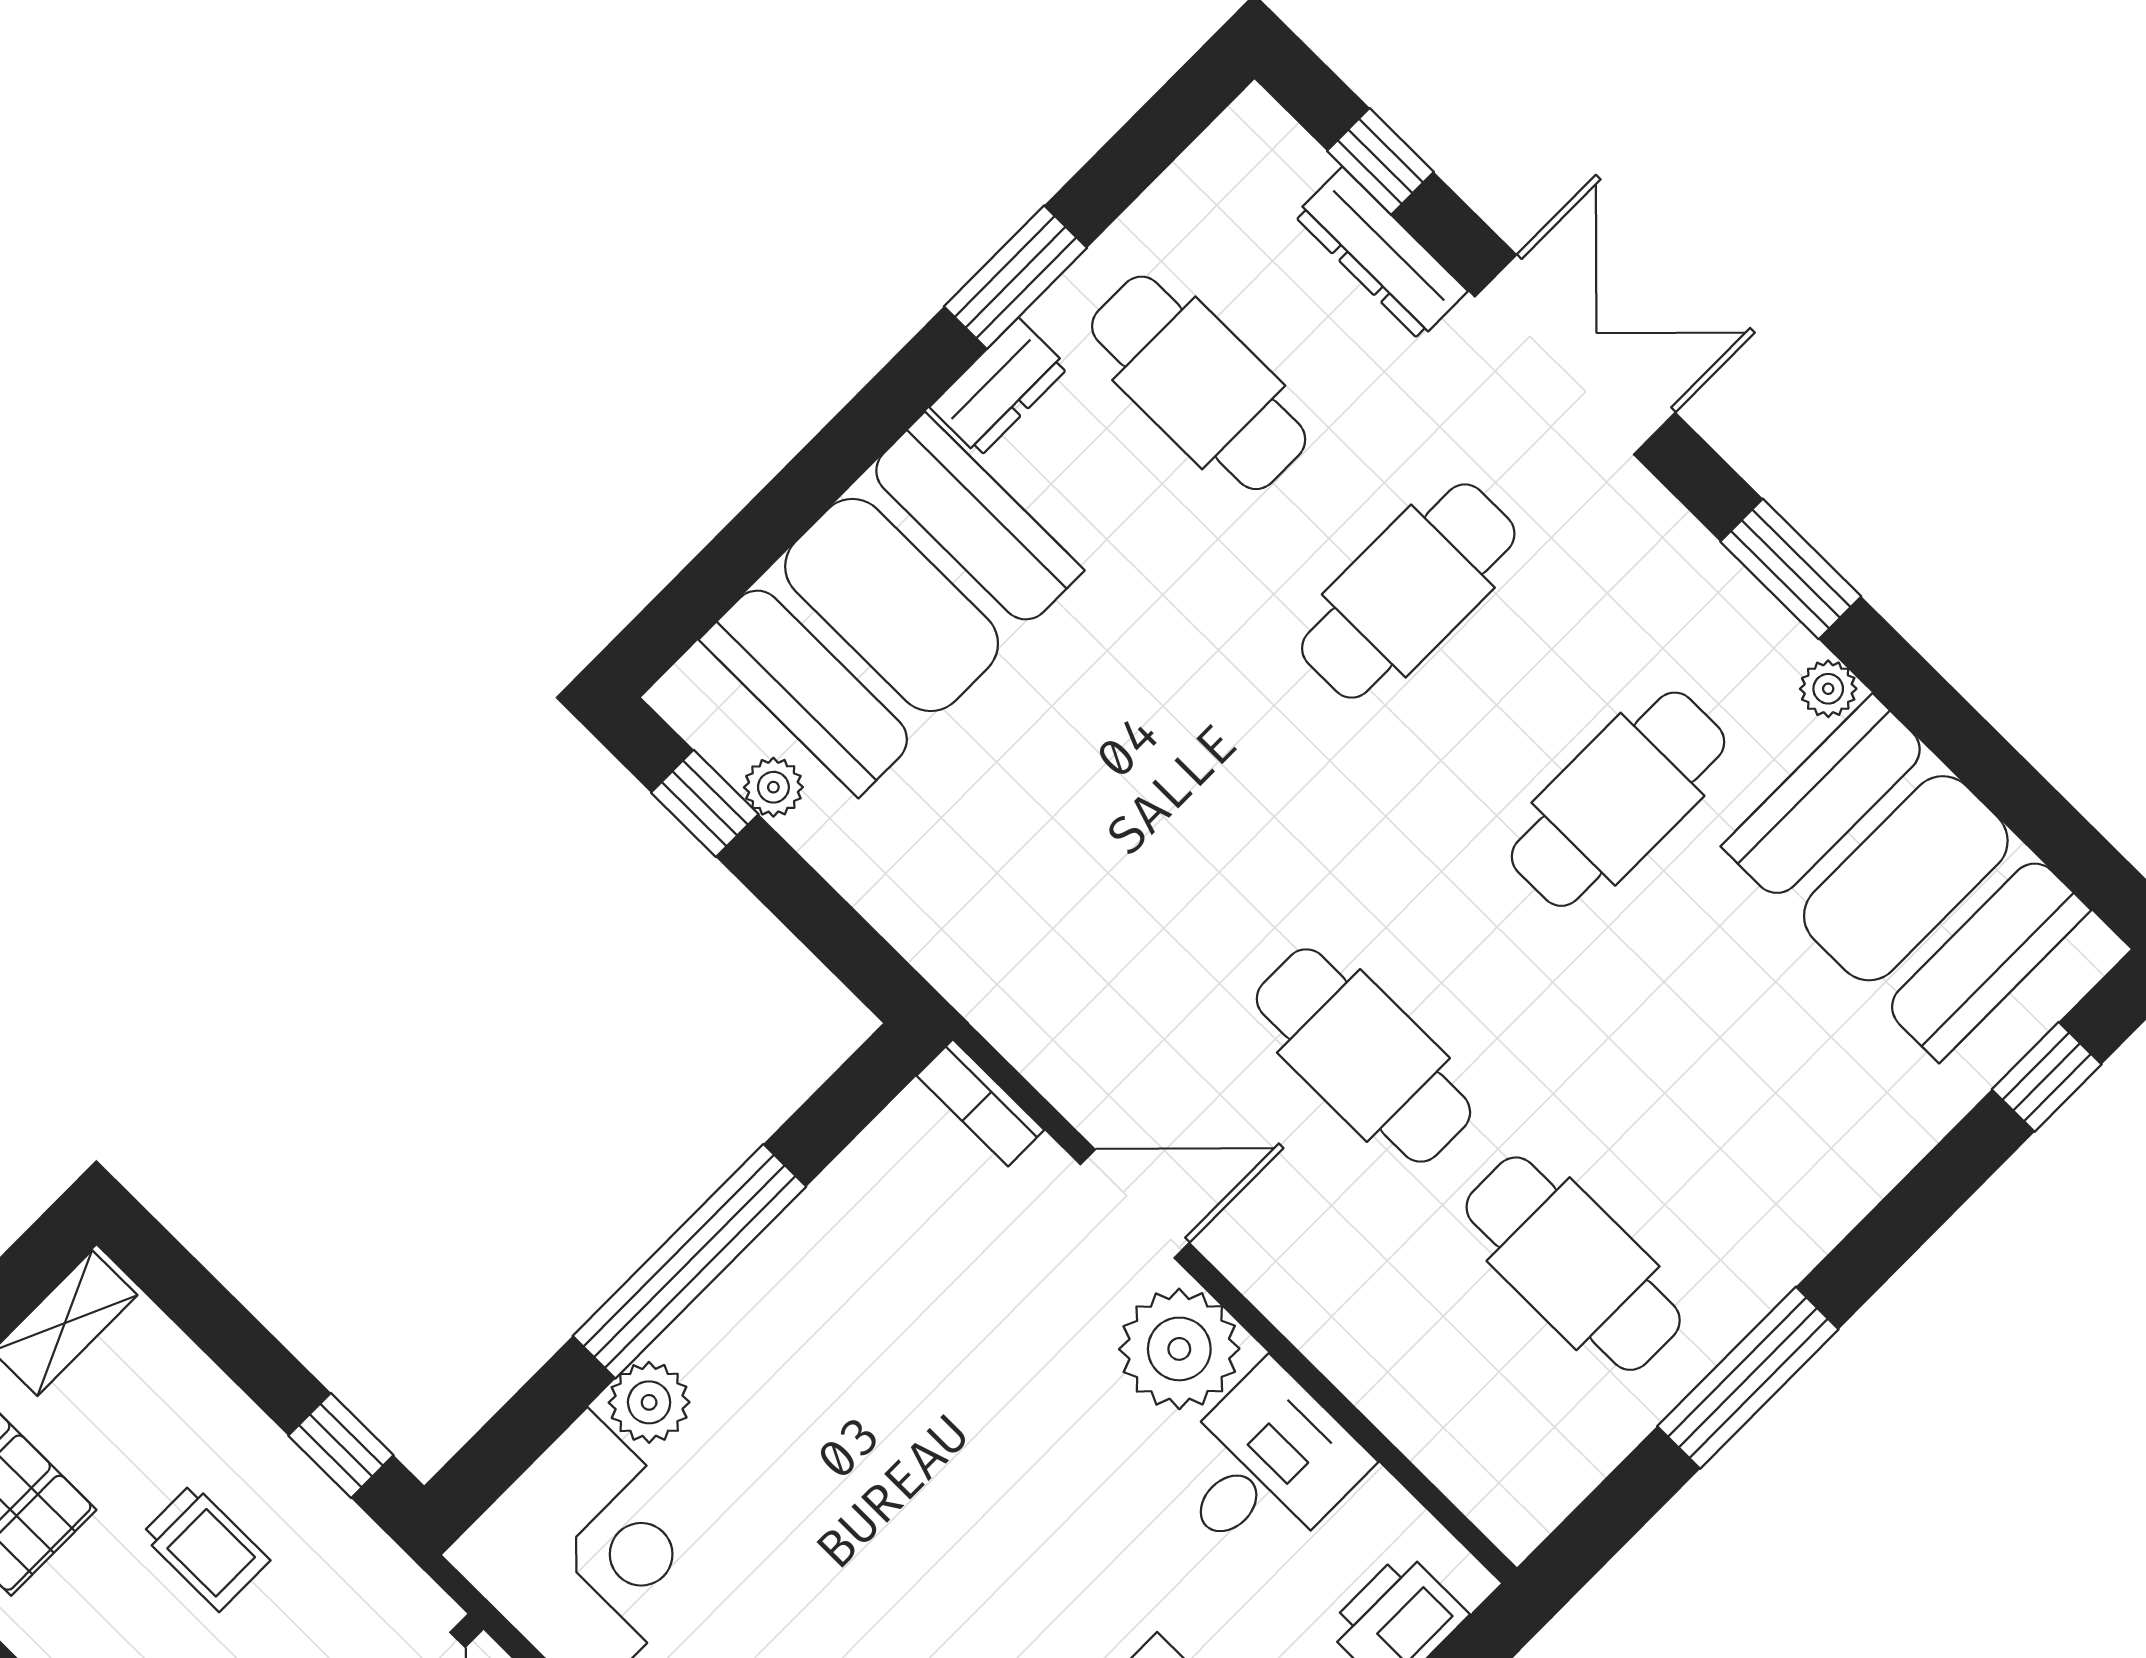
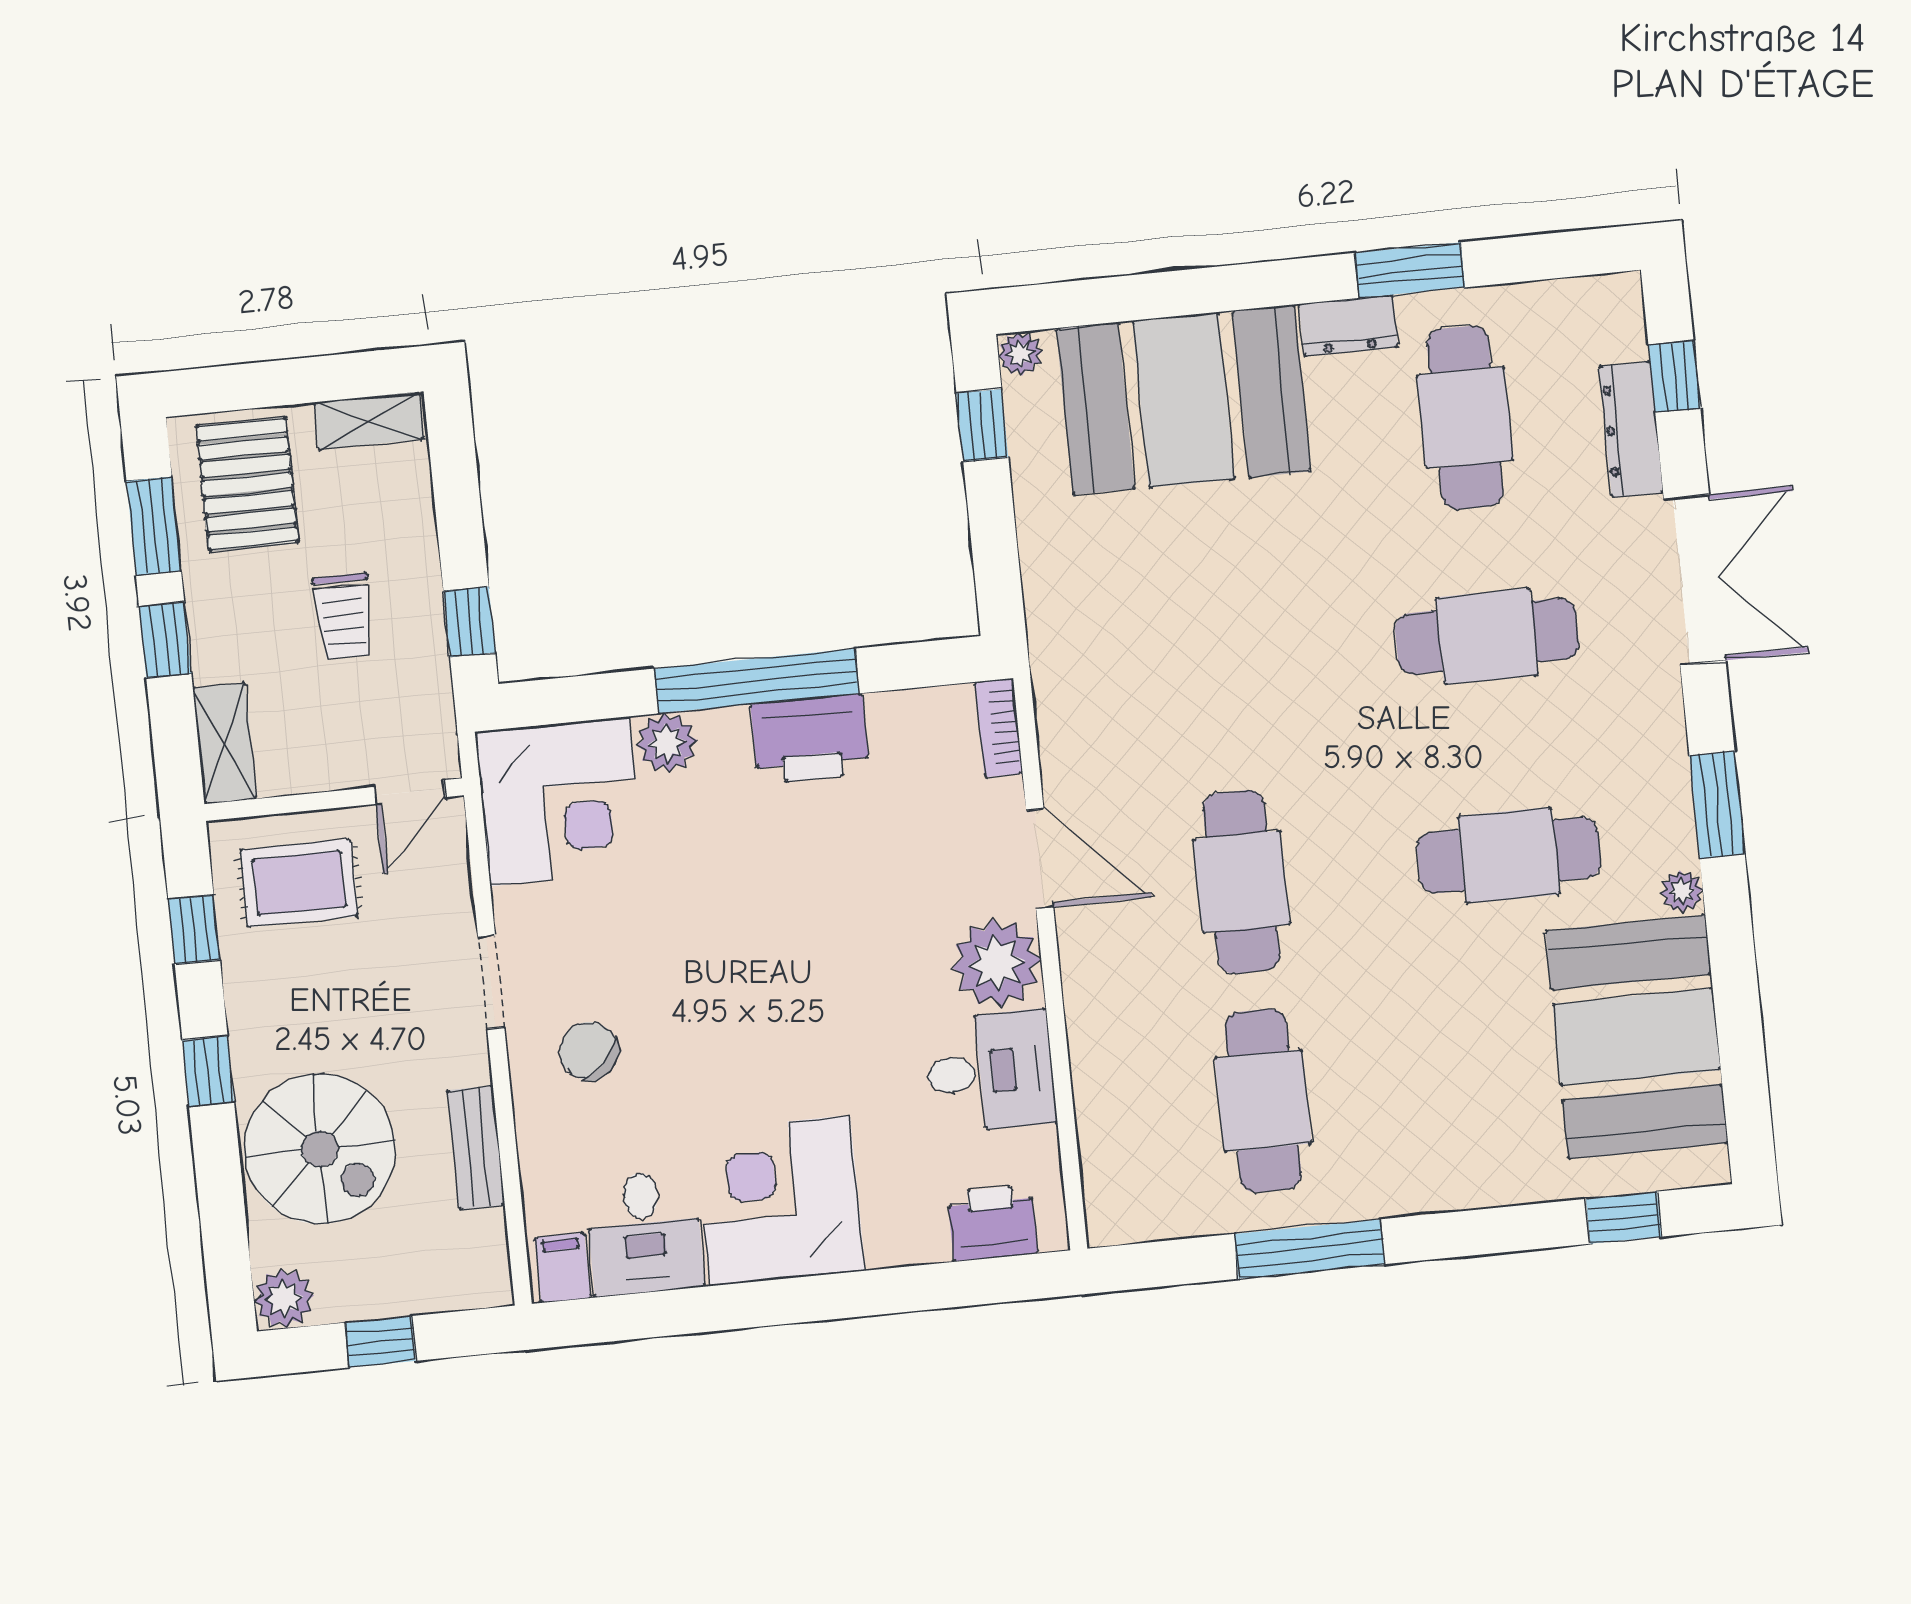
plant: (773, 787) -> (1020, 354), moved
printer: (794, 1275) -> (810, 739), added

